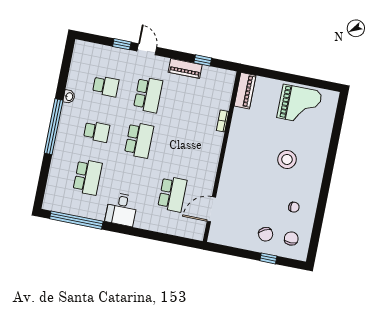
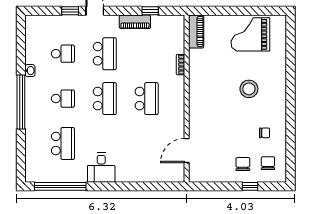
grand piano: (299, 105) -> (250, 34), turned 180
school desk: (172, 194) -> (147, 99), moved
chair: (266, 234) -> (243, 164), turned -153

